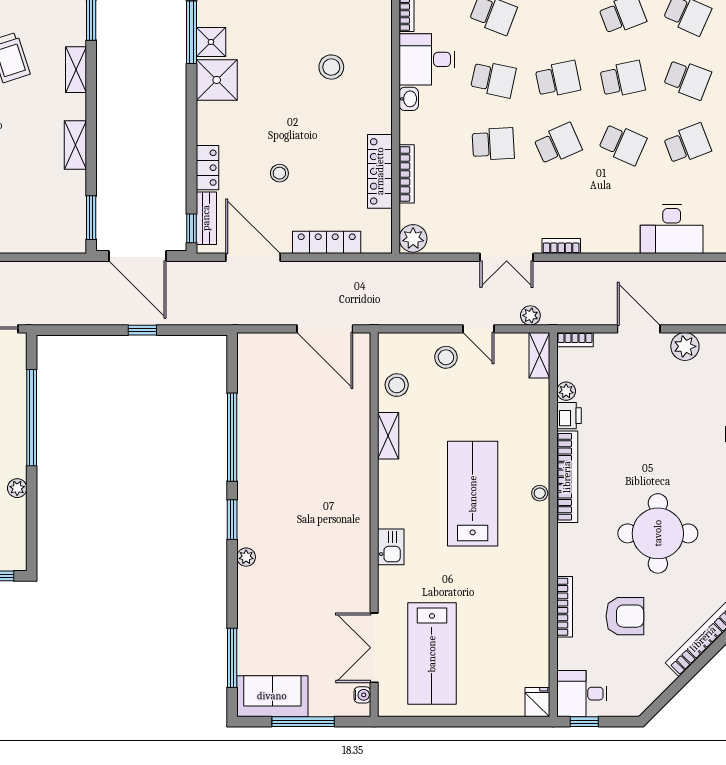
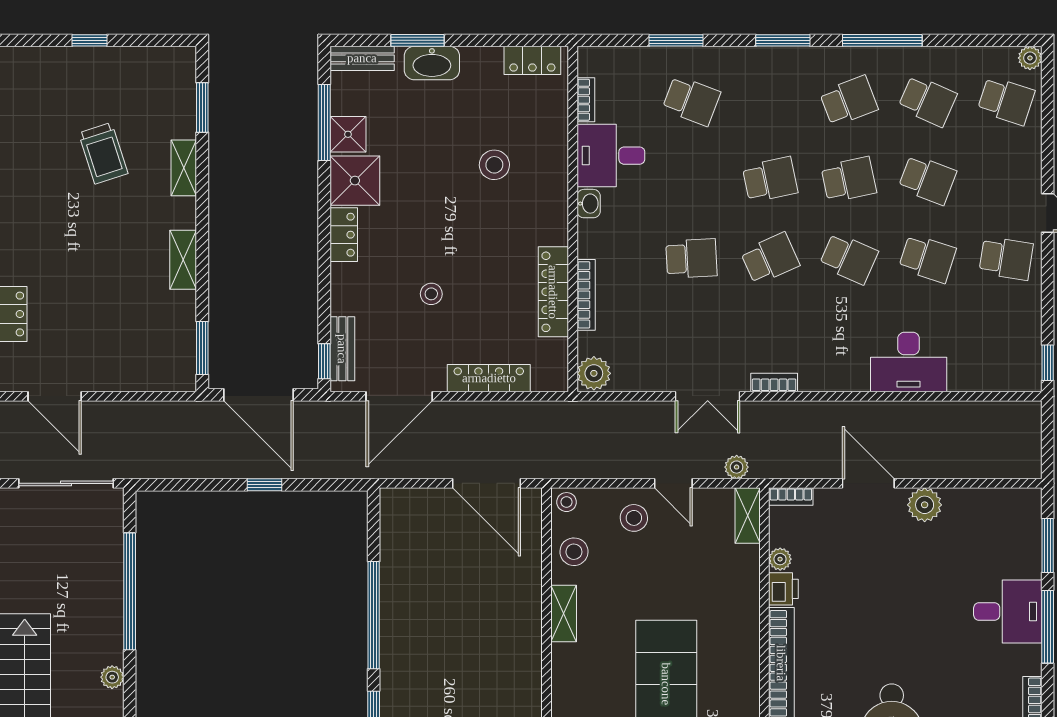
school desk: (493, 79) -> (691, 180), removed
school desk: (687, 144) -> (927, 258), turned 39
locker: (207, 168) -> (344, 235), moved
door: (253, 257) -> (399, 396), swing flipped
stool: (540, 493) -> (567, 502), moved

